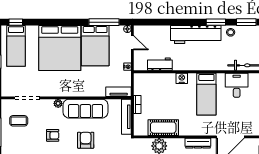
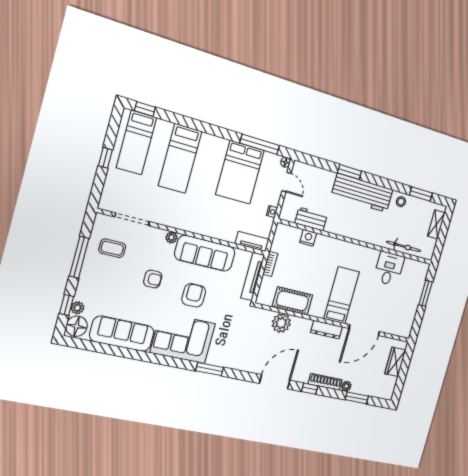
window: (216, 22) -> (349, 172), moved
bed: (60, 48) -> (180, 158), width x0.49
nightstand: (182, 78) -> (308, 238), moved
bed: (206, 94) -> (342, 295), moved, turned 180

